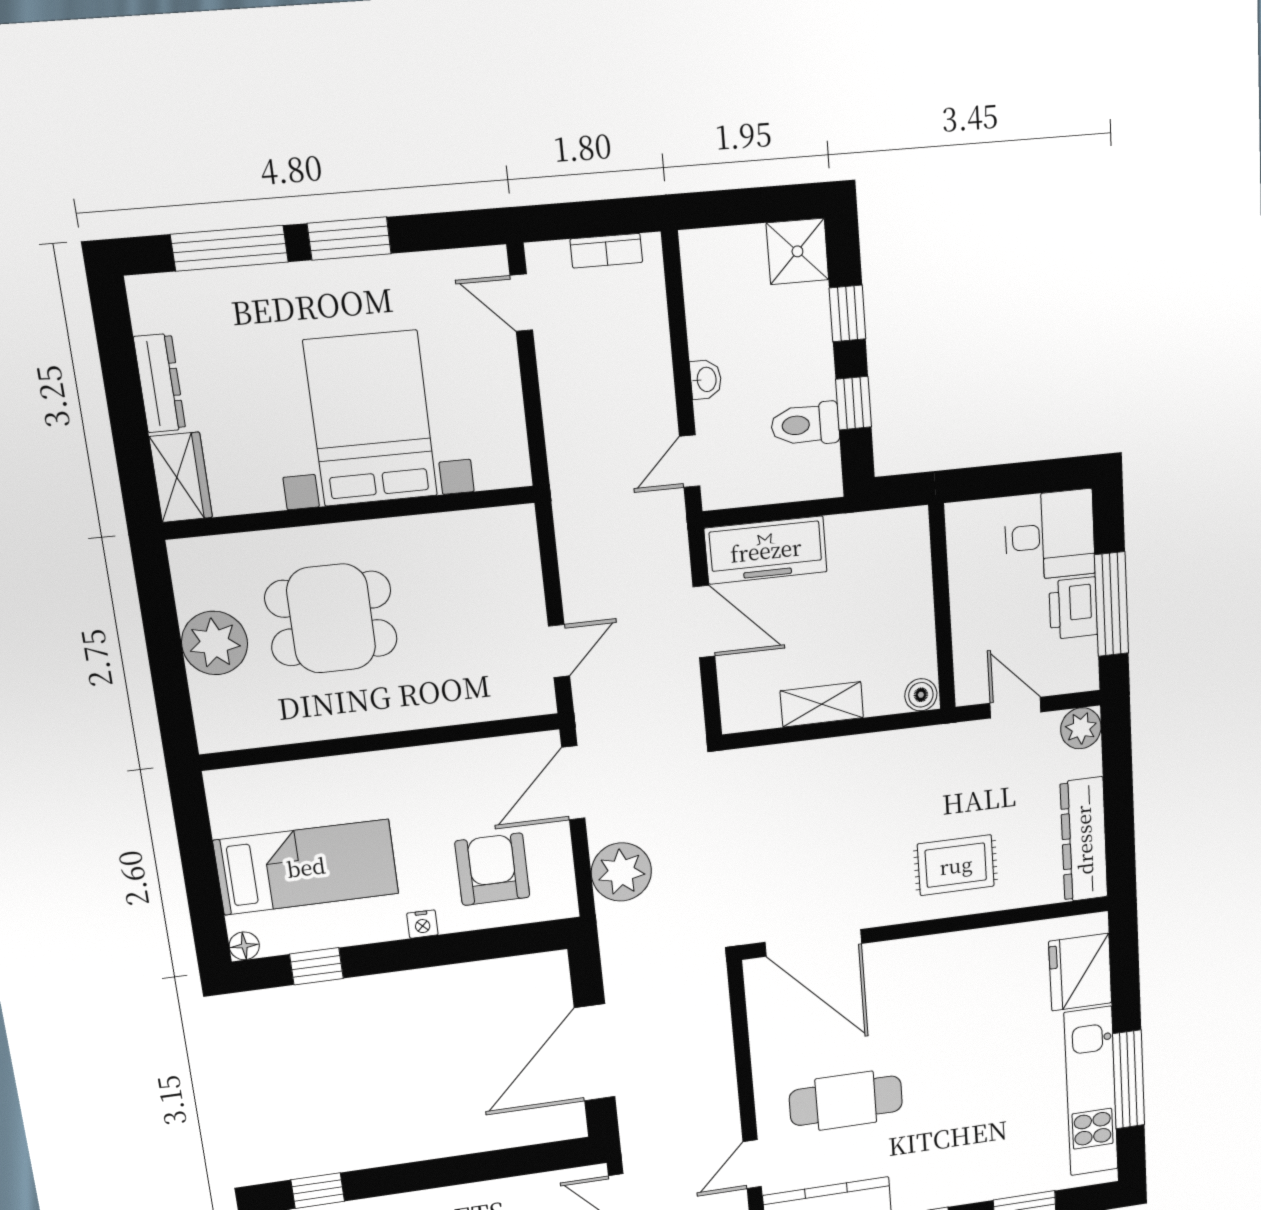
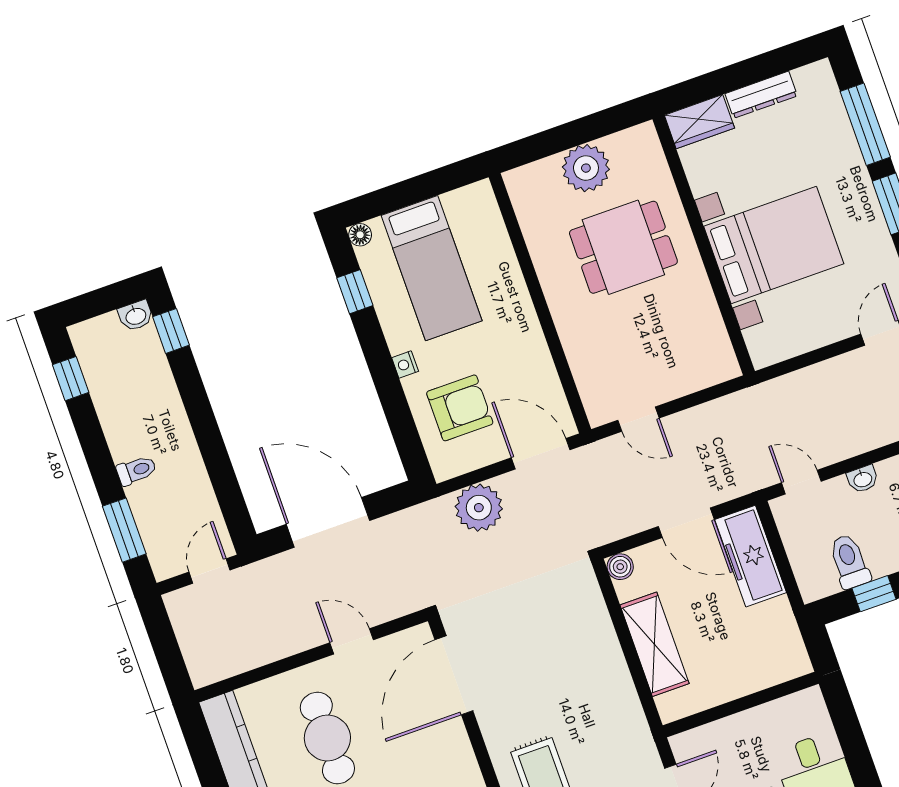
dining table: (331, 618) -> (623, 247), turned 90
door: (704, 622) -> (686, 523), hinge flipped
boiler: (921, 695) -> (620, 567), moved
shelving: (822, 704) -> (655, 644), width x1.50, depth x1.33
door: (752, 1164) -> (352, 641), moved

